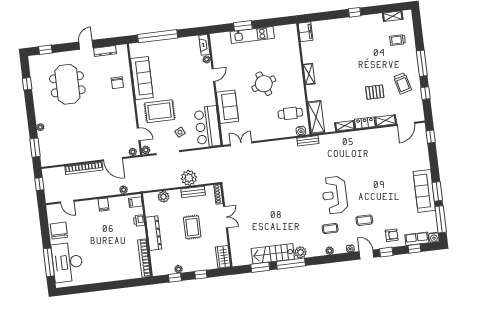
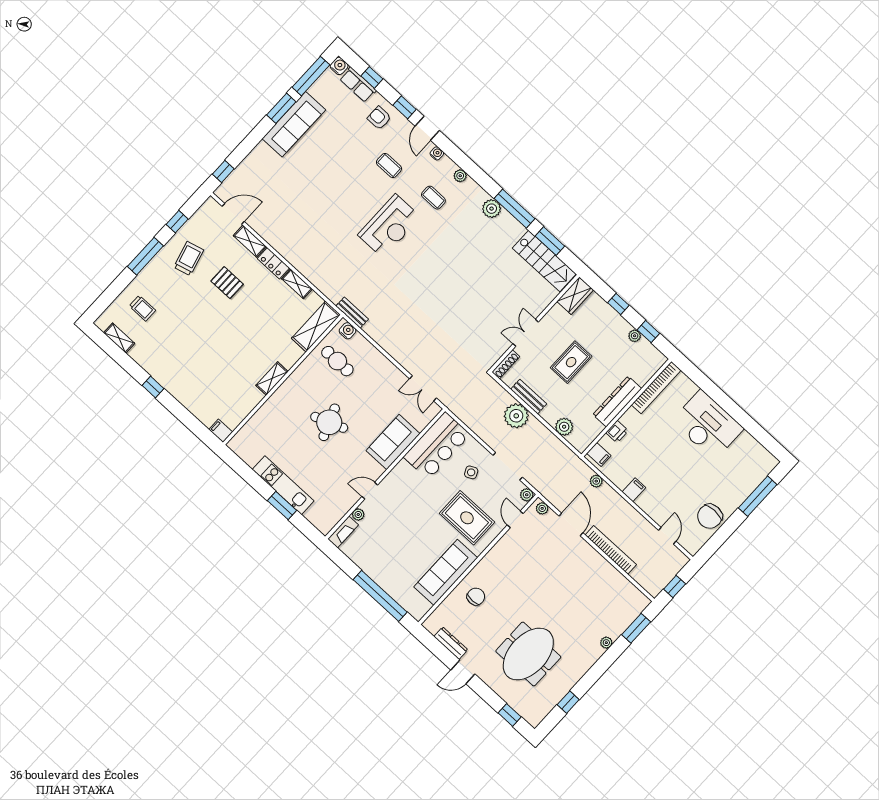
filing cabinet: (306, 32) -> (221, 431), width x0.50
stairs: (273, 254) -> (544, 261), moved
desk: (67, 262) -> (707, 425), moved, turned -90

